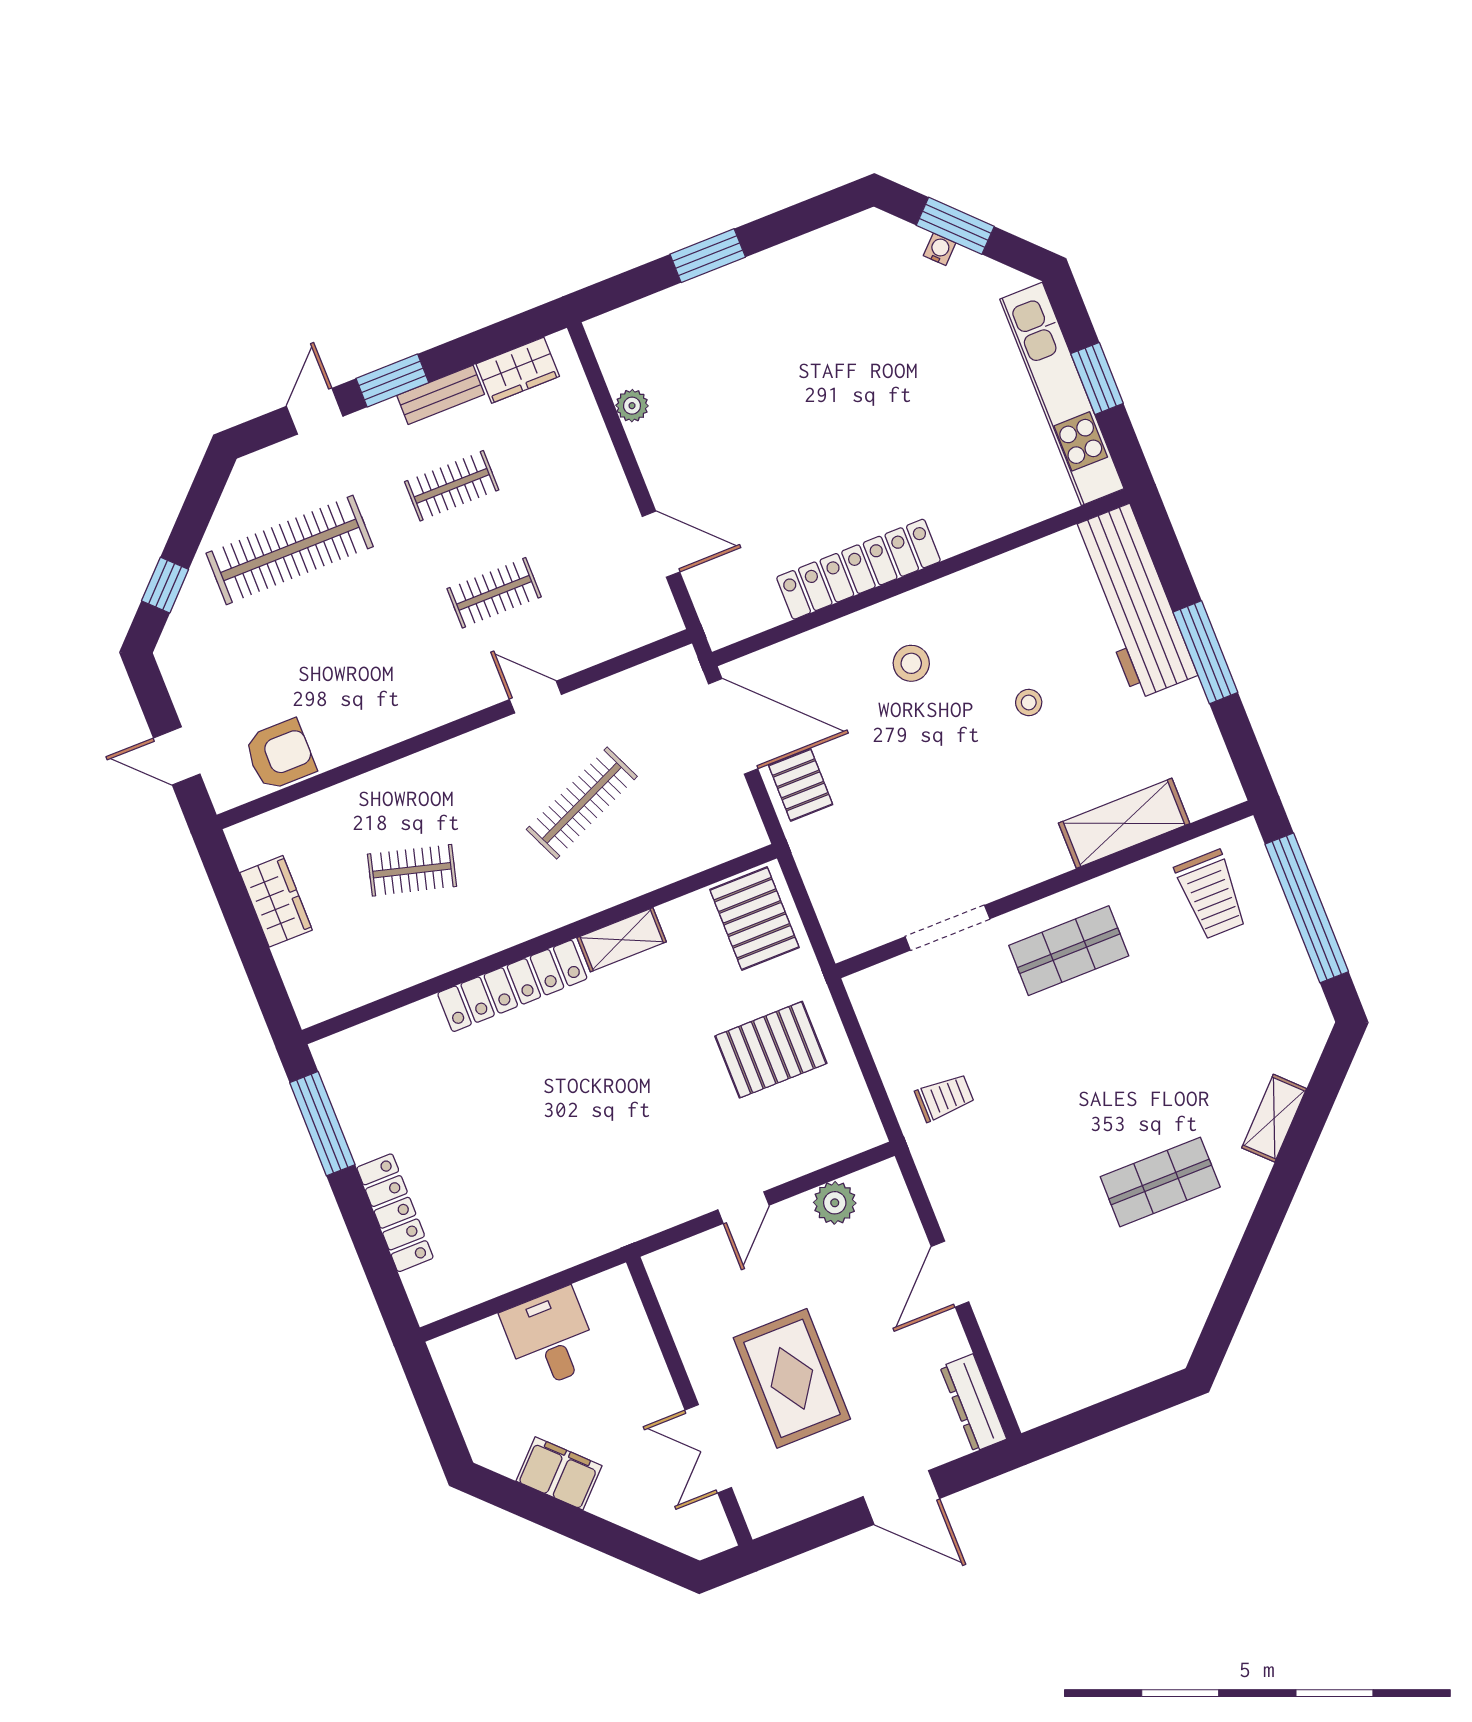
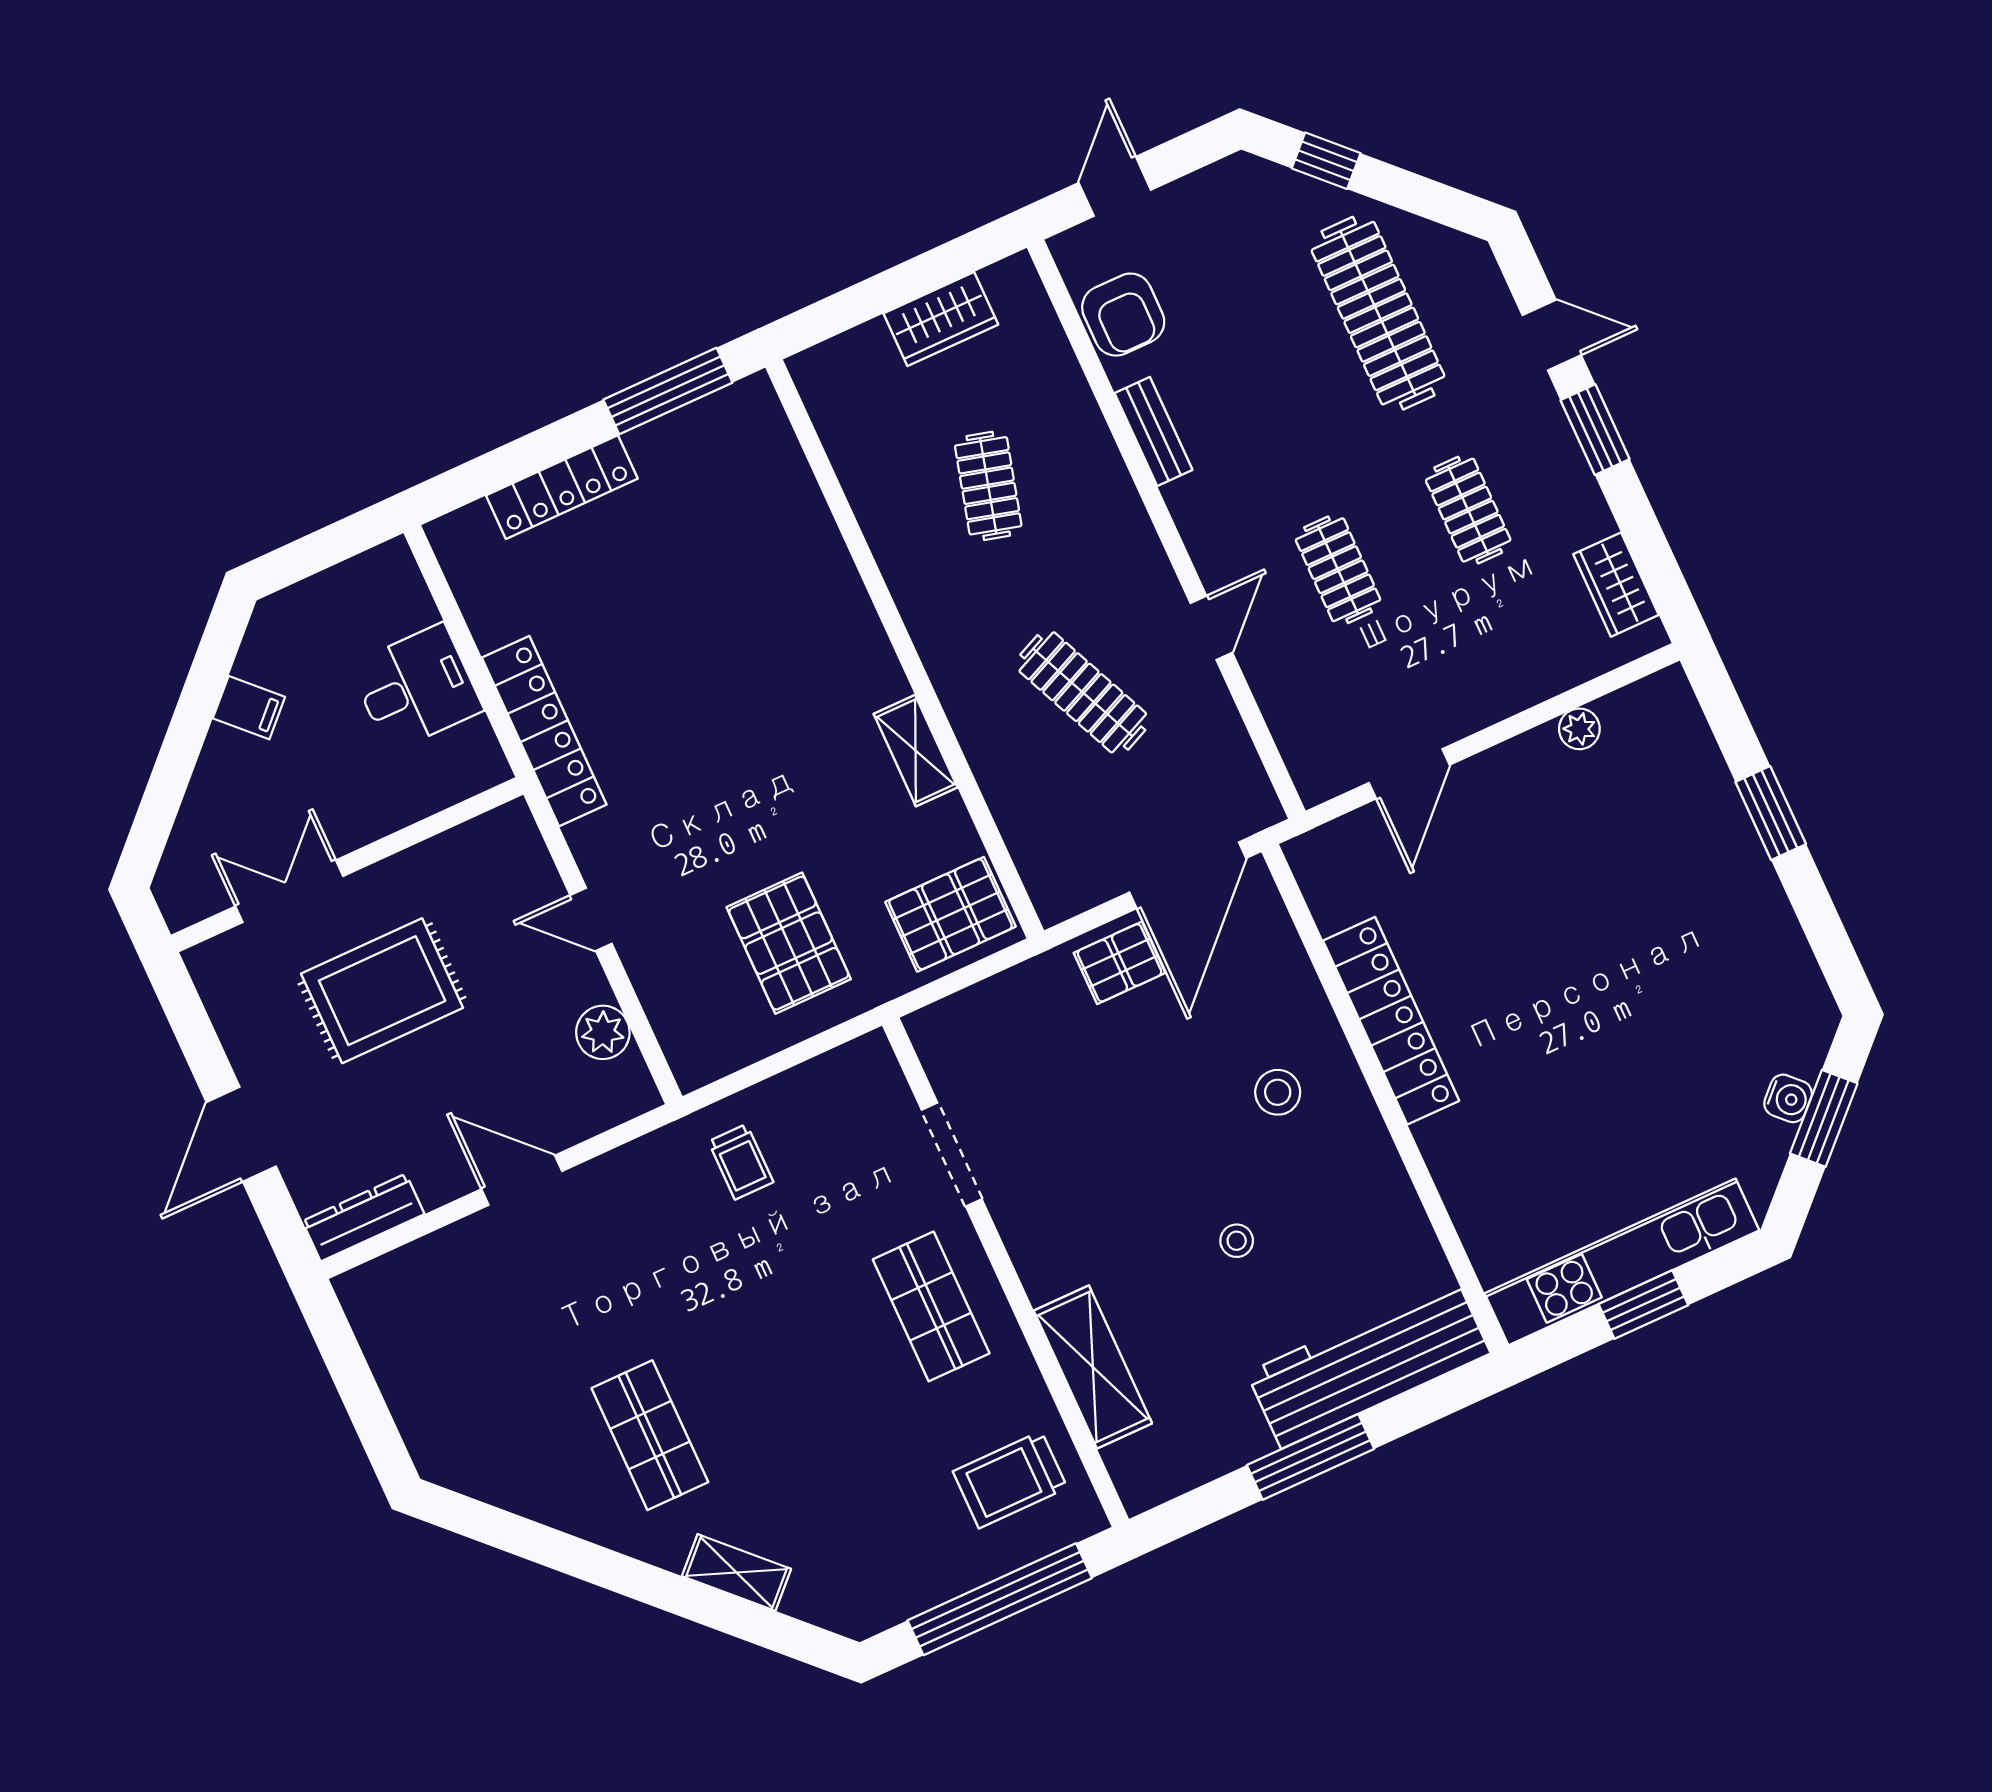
water cooler: (940, 249) -> (1788, 1098), width x1.38, depth x1.38
bench: (441, 395) -> (1153, 431), moved
locker: (512, 986) -> (544, 731), moved, turned 180
filing cabinet: (559, 1473) -> (249, 708), width x0.50

